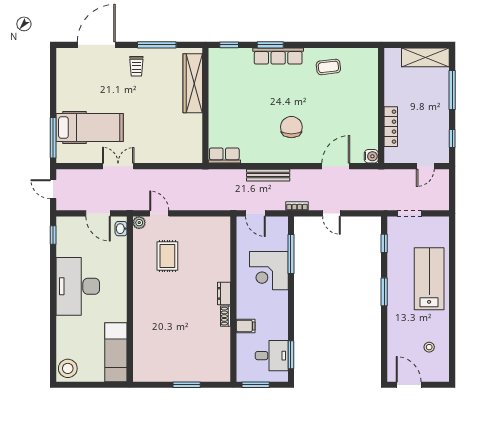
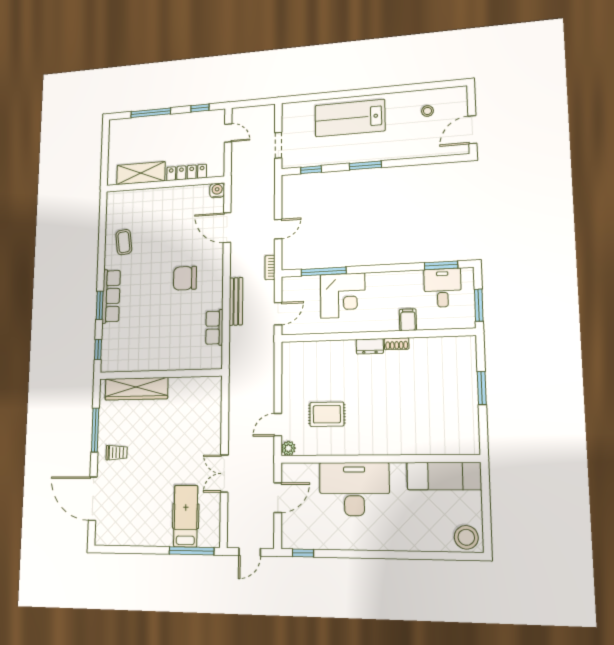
shelving: (425, 57) -> (141, 173), moved, turned 90
hospital bed: (90, 128) -> (186, 516), width x0.73, depth x0.78
row of seats: (224, 155) -> (214, 328), moved
washbasin: (121, 229) -> (295, 470), removed
desk: (78, 286) -> (354, 489), moved, turned 180

